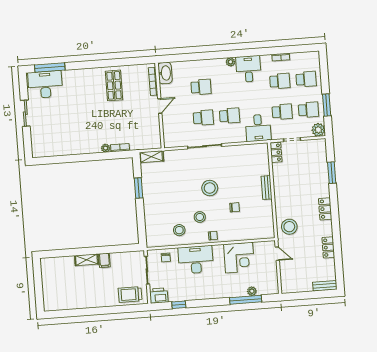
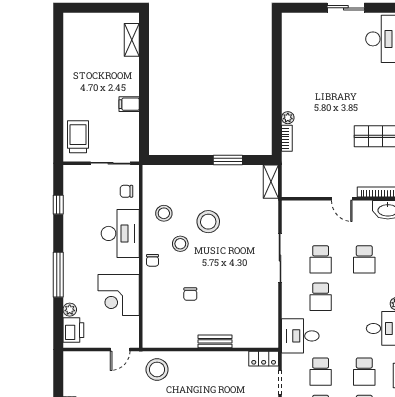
stool: (210, 188) -> (208, 222), moved
shelving: (87, 260) -> (132, 40), moved
printer: (159, 296) -> (73, 330), moved
window: (246, 300) -> (58, 275), moved

